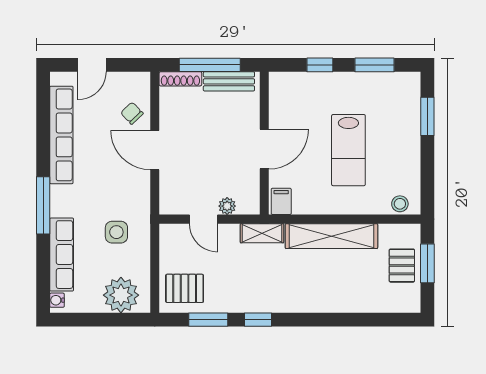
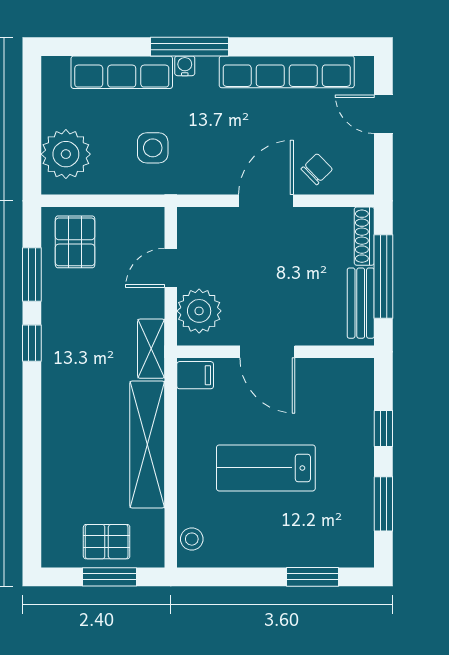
plant: (227, 206) -> (199, 311), width x1.88, depth x1.88
water cooler: (57, 300) -> (185, 66), moved

